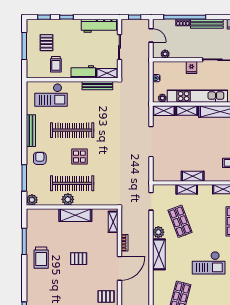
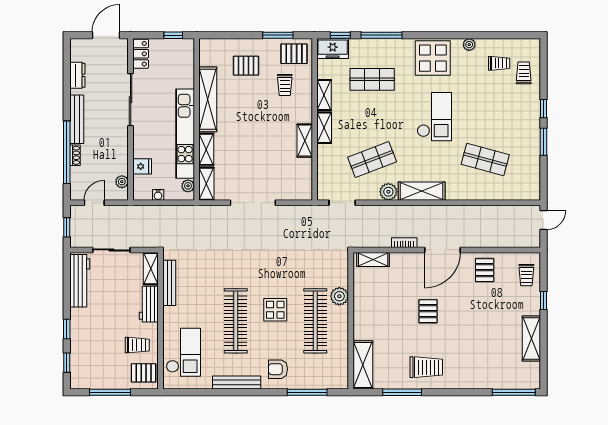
pallet: (47, 43) -> (144, 373), moved
fridge: (191, 67) -> (142, 166), moved
shelving: (187, 189) -> (324, 128), moved
plant: (68, 199) -> (339, 296), moved
plant: (32, 200) -> (340, 381), removed
shelving: (75, 215) -> (363, 365), moved
door: (119, 268) -> (442, 250), swing flipped

